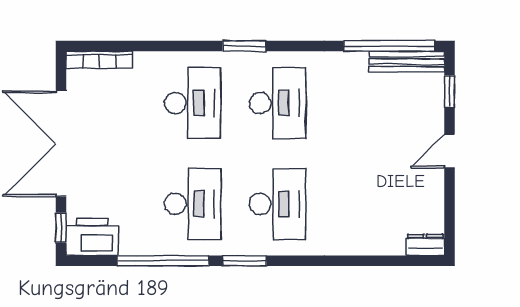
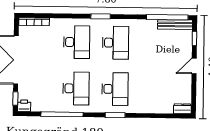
printer: (92, 237) -> (24, 106), width x0.53, depth x0.68
window: (245, 261) -> (115, 115), moved

